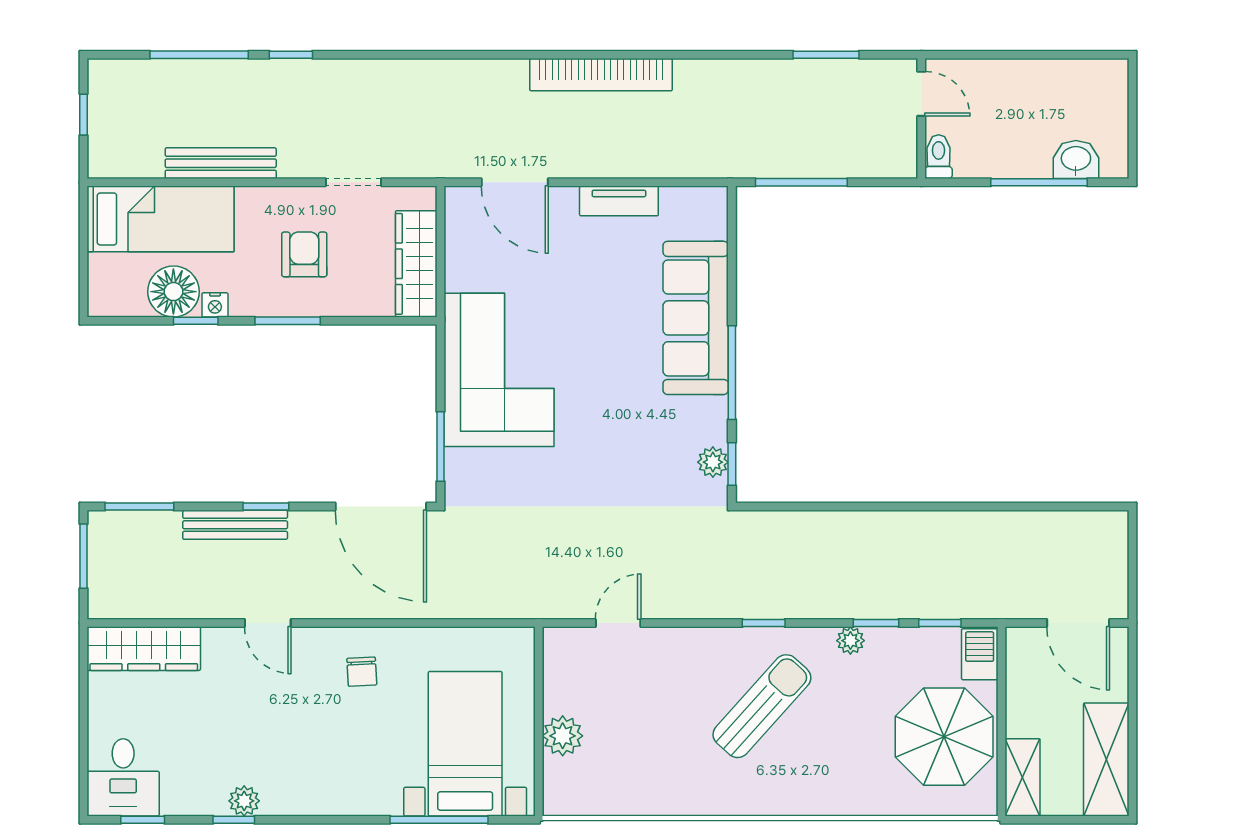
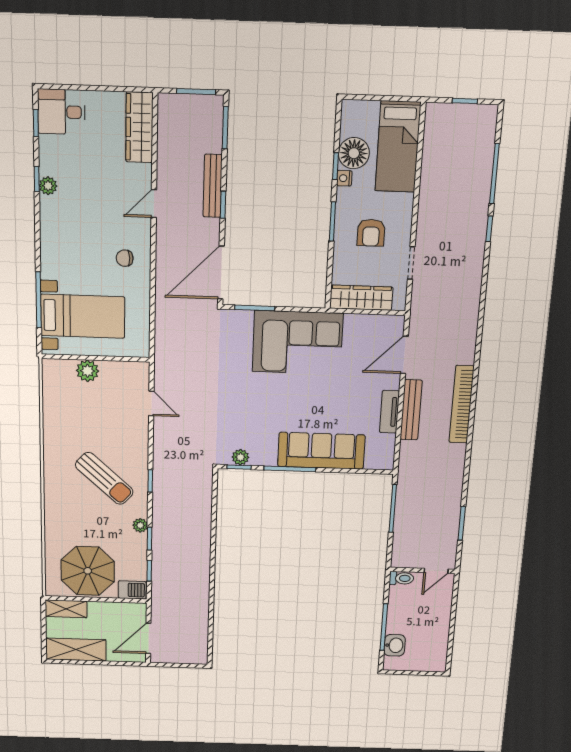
bench: (221, 163) -> (411, 410), moved
armchair: (304, 254) -> (371, 233), turned 90

